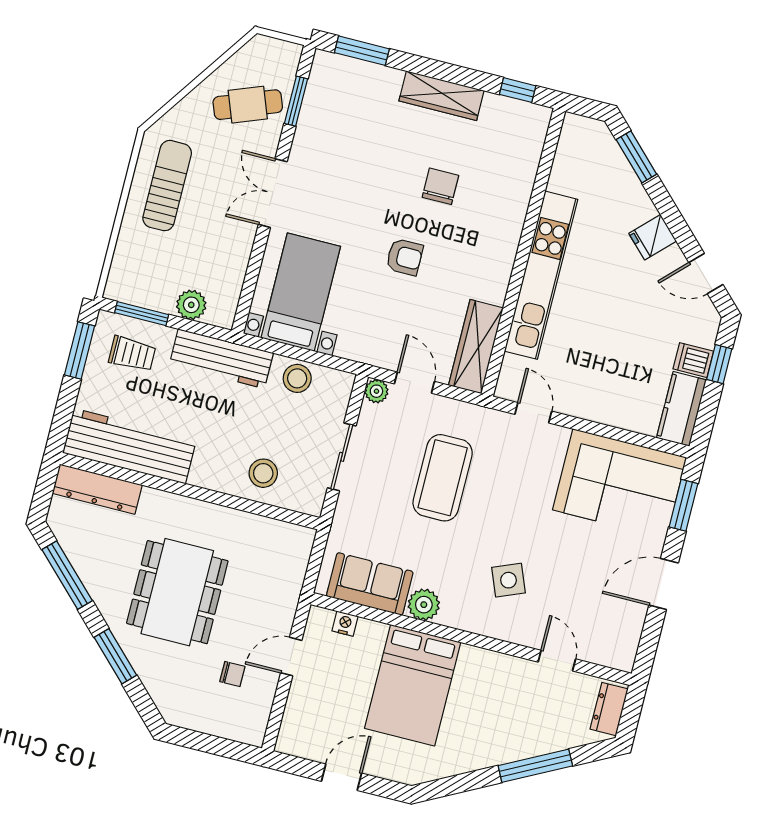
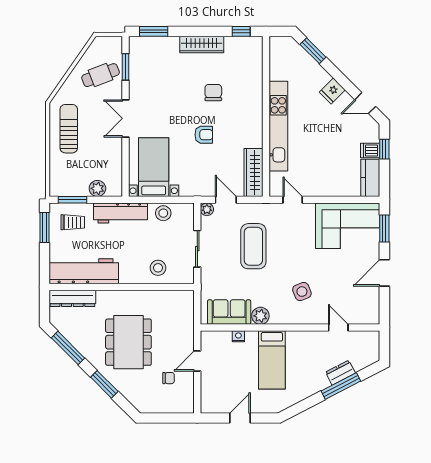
nightstand: (345, 624) -> (238, 336), moved
bed: (413, 685) -> (272, 360), width x0.67
dresser: (609, 709) -> (340, 373), moved, turned 63

